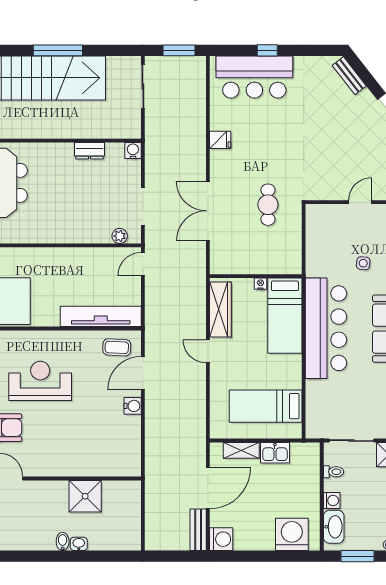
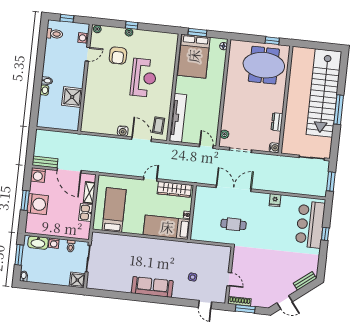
bar counter: (326, 328) -> (156, 251), removed
washing machine: (292, 534) -> (38, 204), moved
window: (266, 556) -> (25, 200), added

